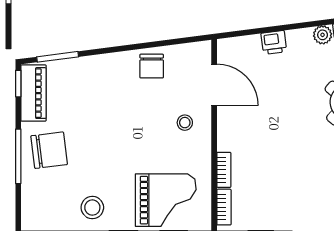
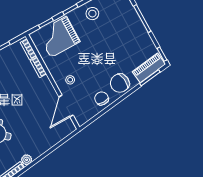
printer: (274, 42) -> (48, 143), removed
door: (214, 85) -> (66, 106), hinge flipped
piano: (34, 93) -> (149, 68), moved, turned 83
chair: (49, 150) -> (120, 83), moved

